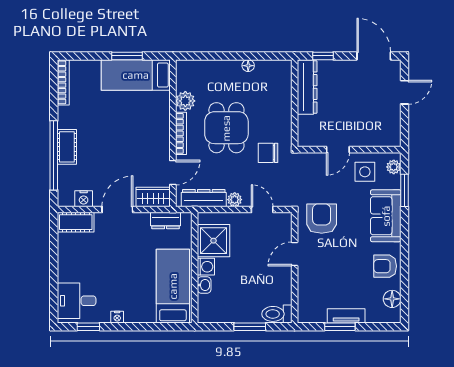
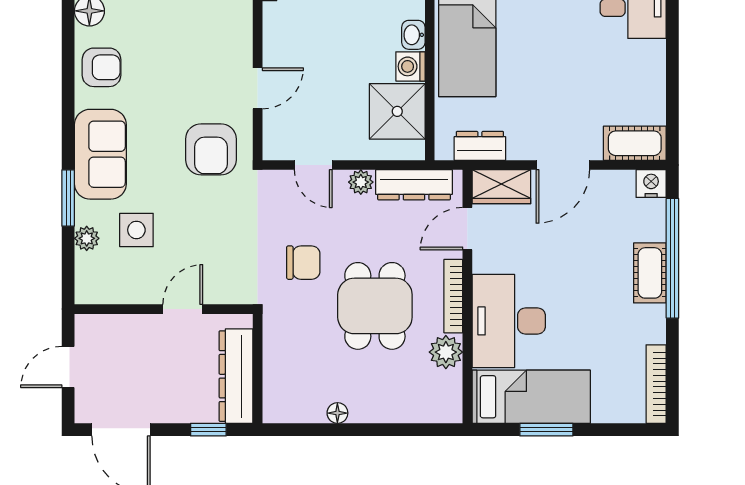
desk: (149, 119) -> (509, 321), added
door: (338, 150) -> (183, 309), moved
wall: (349, 150) -> (164, 309), moved
nightstand: (84, 199) -> (651, 184), moved

